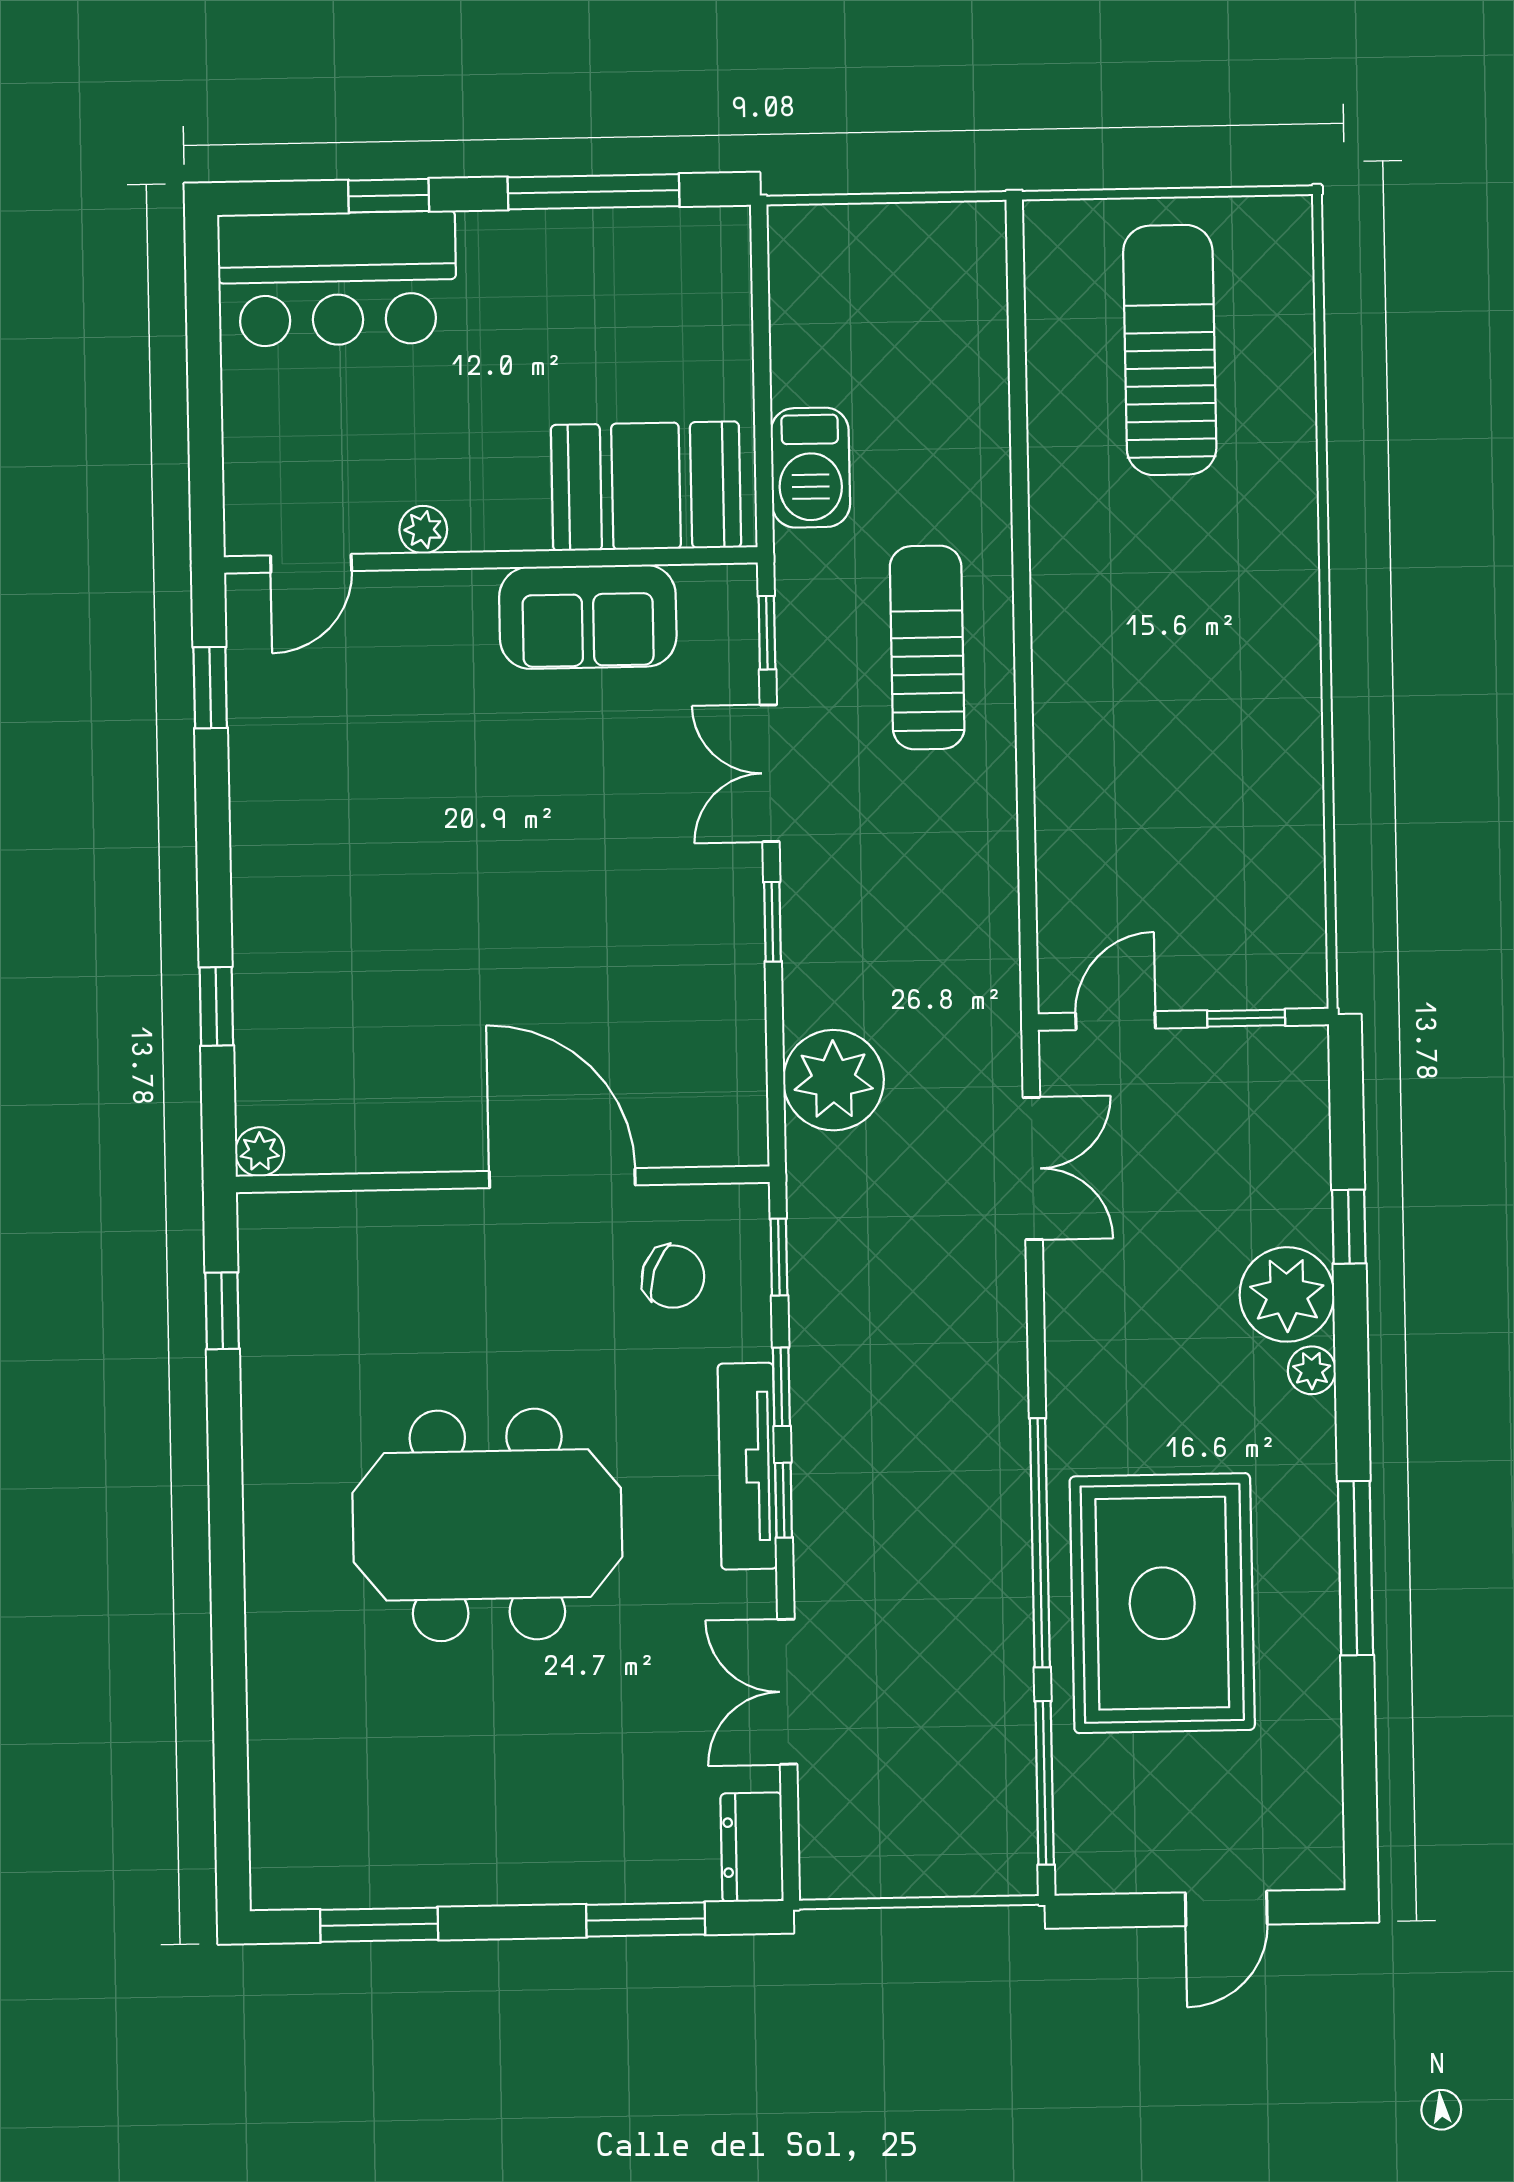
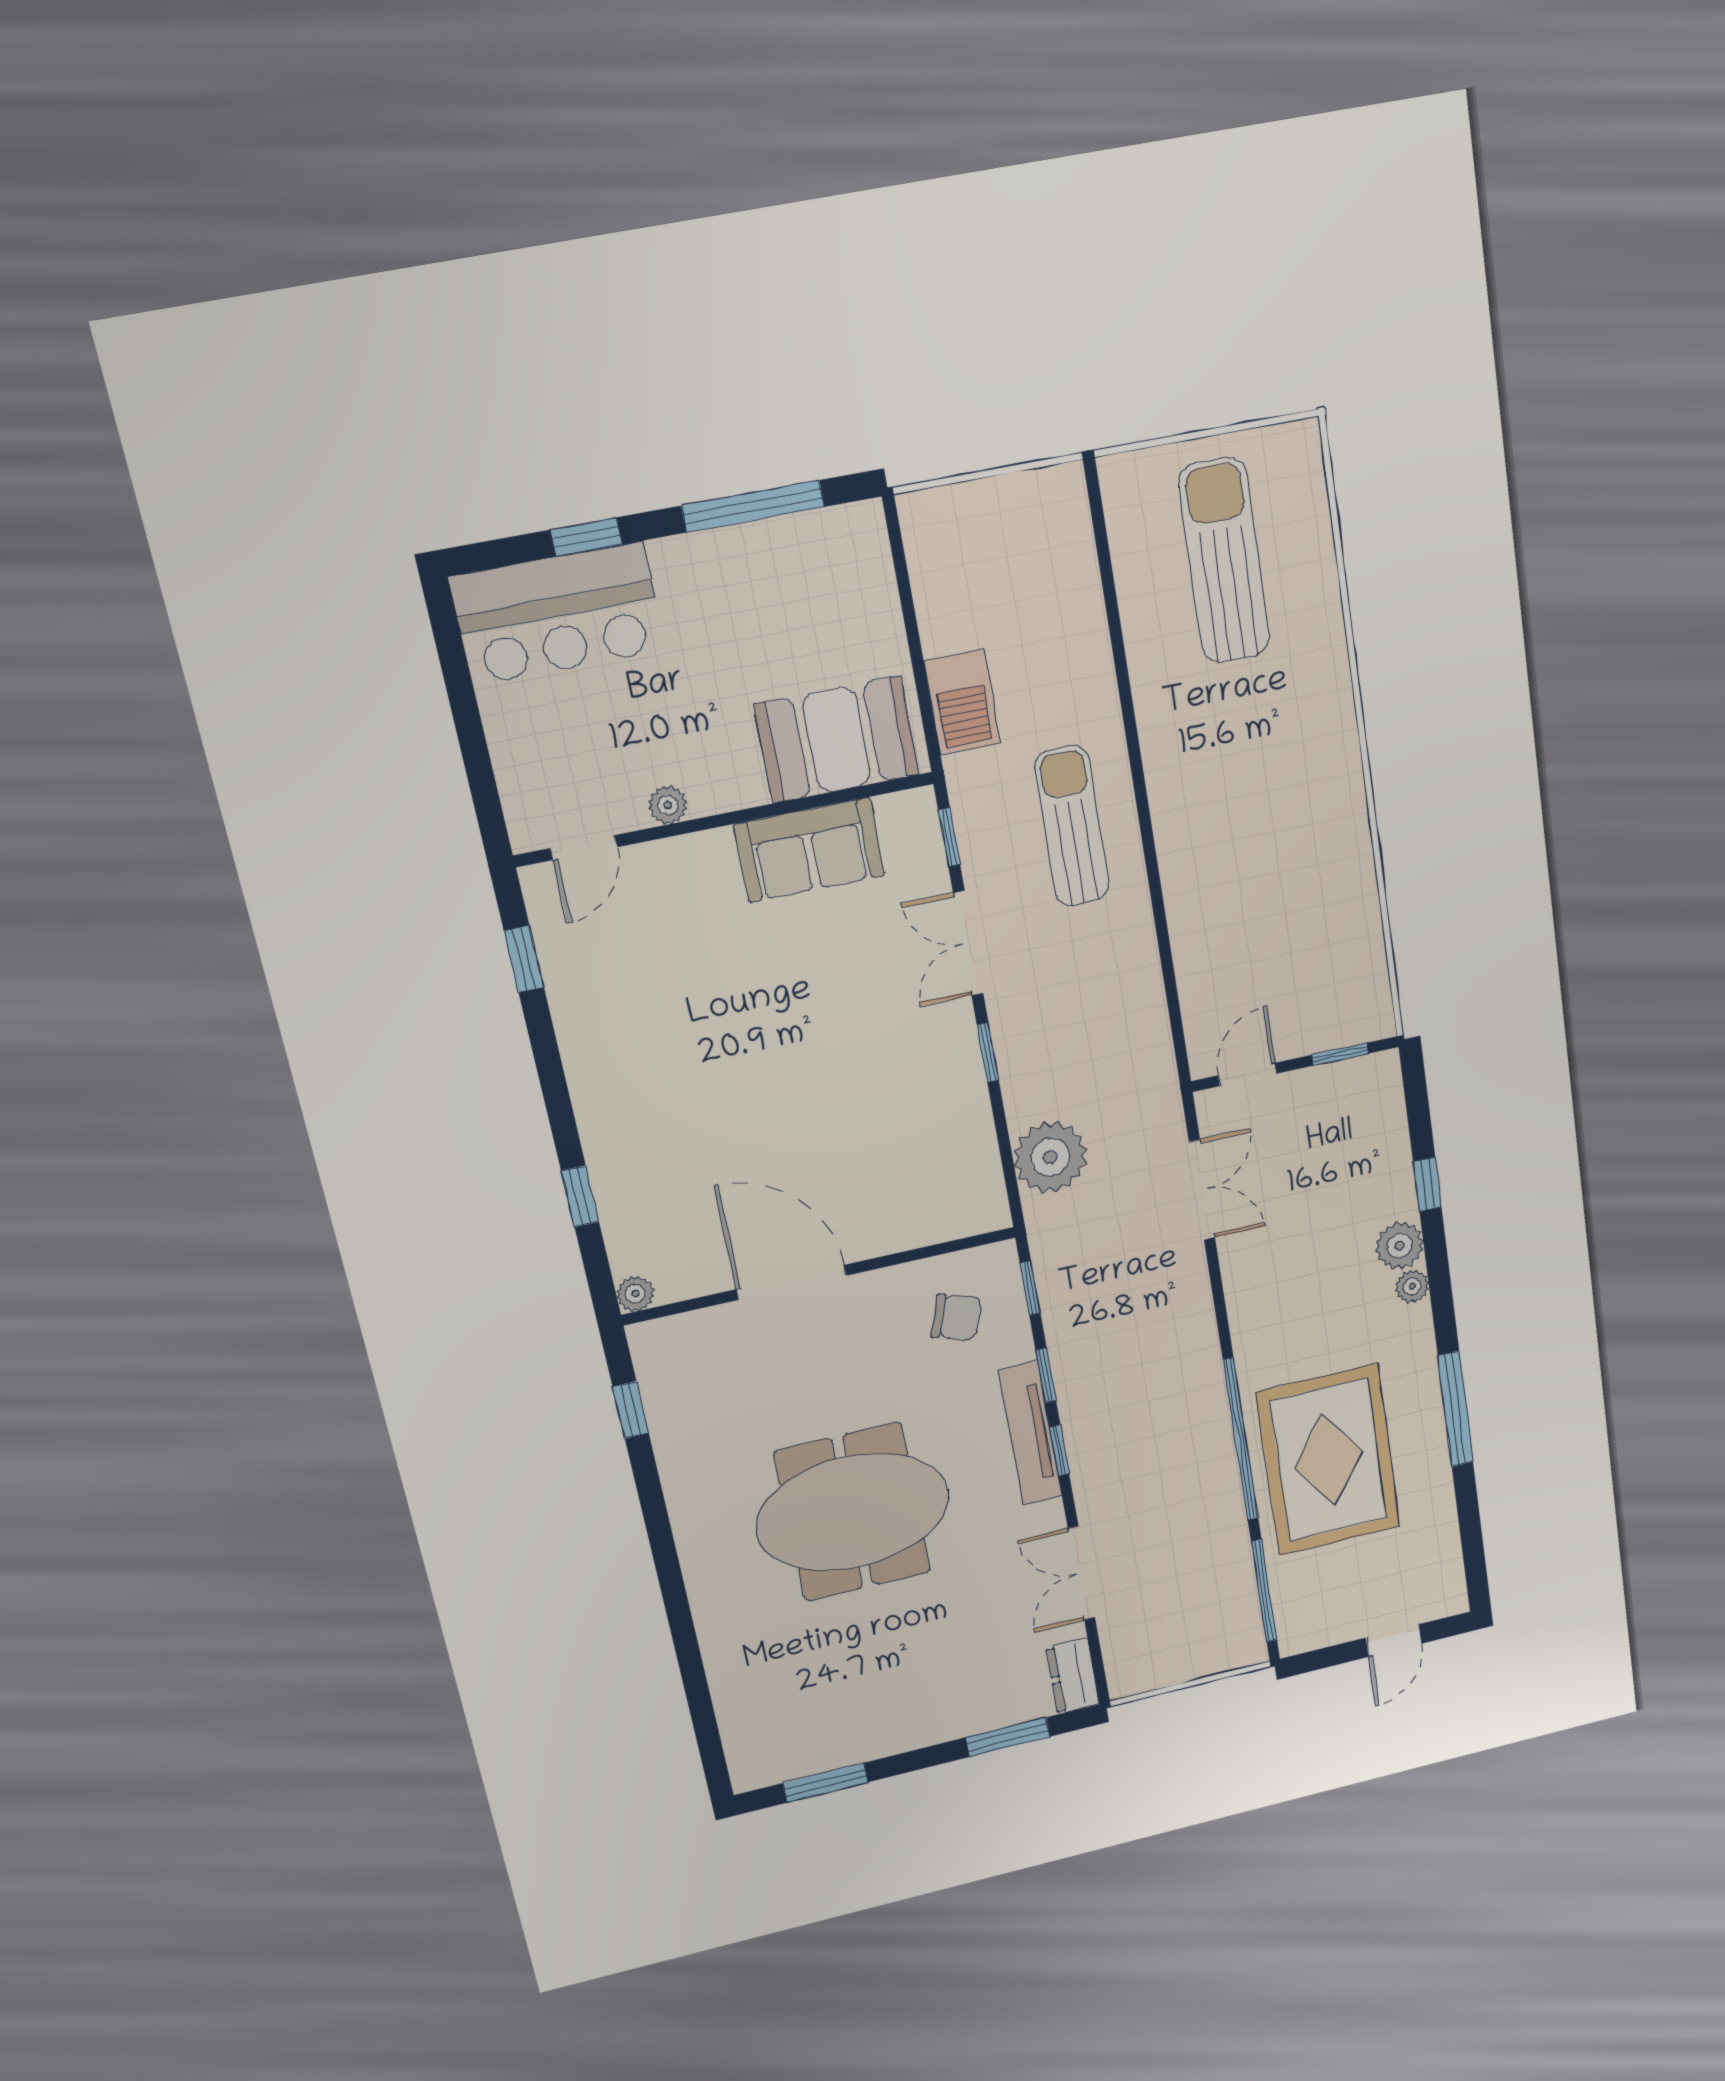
door: (562, 1178) -> (792, 1282), moved
plant: (1287, 1294) -> (1399, 1246), width x0.73, depth x0.73

